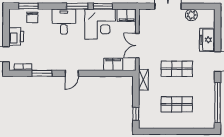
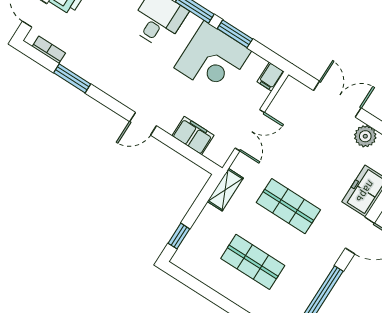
filing cabinet: (127, 15) -> (271, 77), width x0.50
double door: (137, 46) -> (250, 130), swing flipped
door: (72, 73) -> (143, 124), moved

